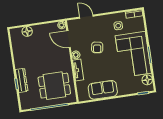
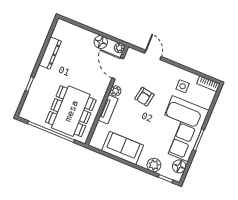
floor lamp: (27, 31) -> (101, 42), moved
dresser: (22, 80) -> (50, 53), moved
dining table: (54, 86) -> (71, 111), width x1.38
plant: (130, 89) -> (154, 165), added

